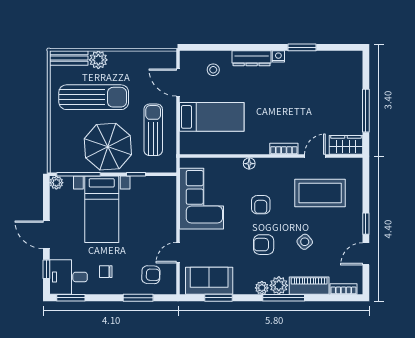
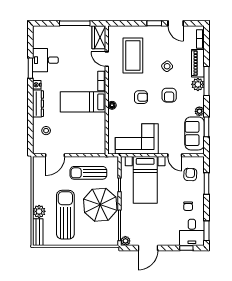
desk: (313, 69) -> (45, 60), added
bed: (212, 117) -> (83, 102), moved, turned -90
bed with nightstands: (102, 209) -> (145, 180), moved, turned 90
door: (46, 235) -> (148, 248), moved
plant: (262, 288) -> (199, 111), moved

